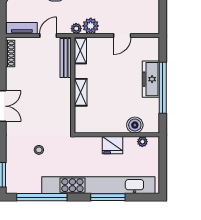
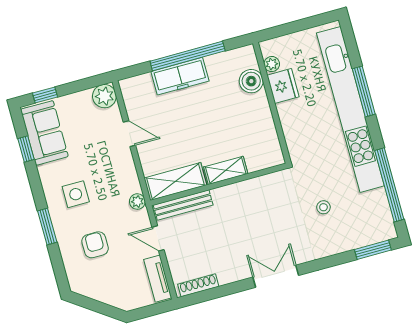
plant: (91, 26) -> (104, 96), moved
shelving: (80, 51) -> (175, 181), width x1.50, depth x1.33
fridge: (112, 145) -> (283, 86), moved

